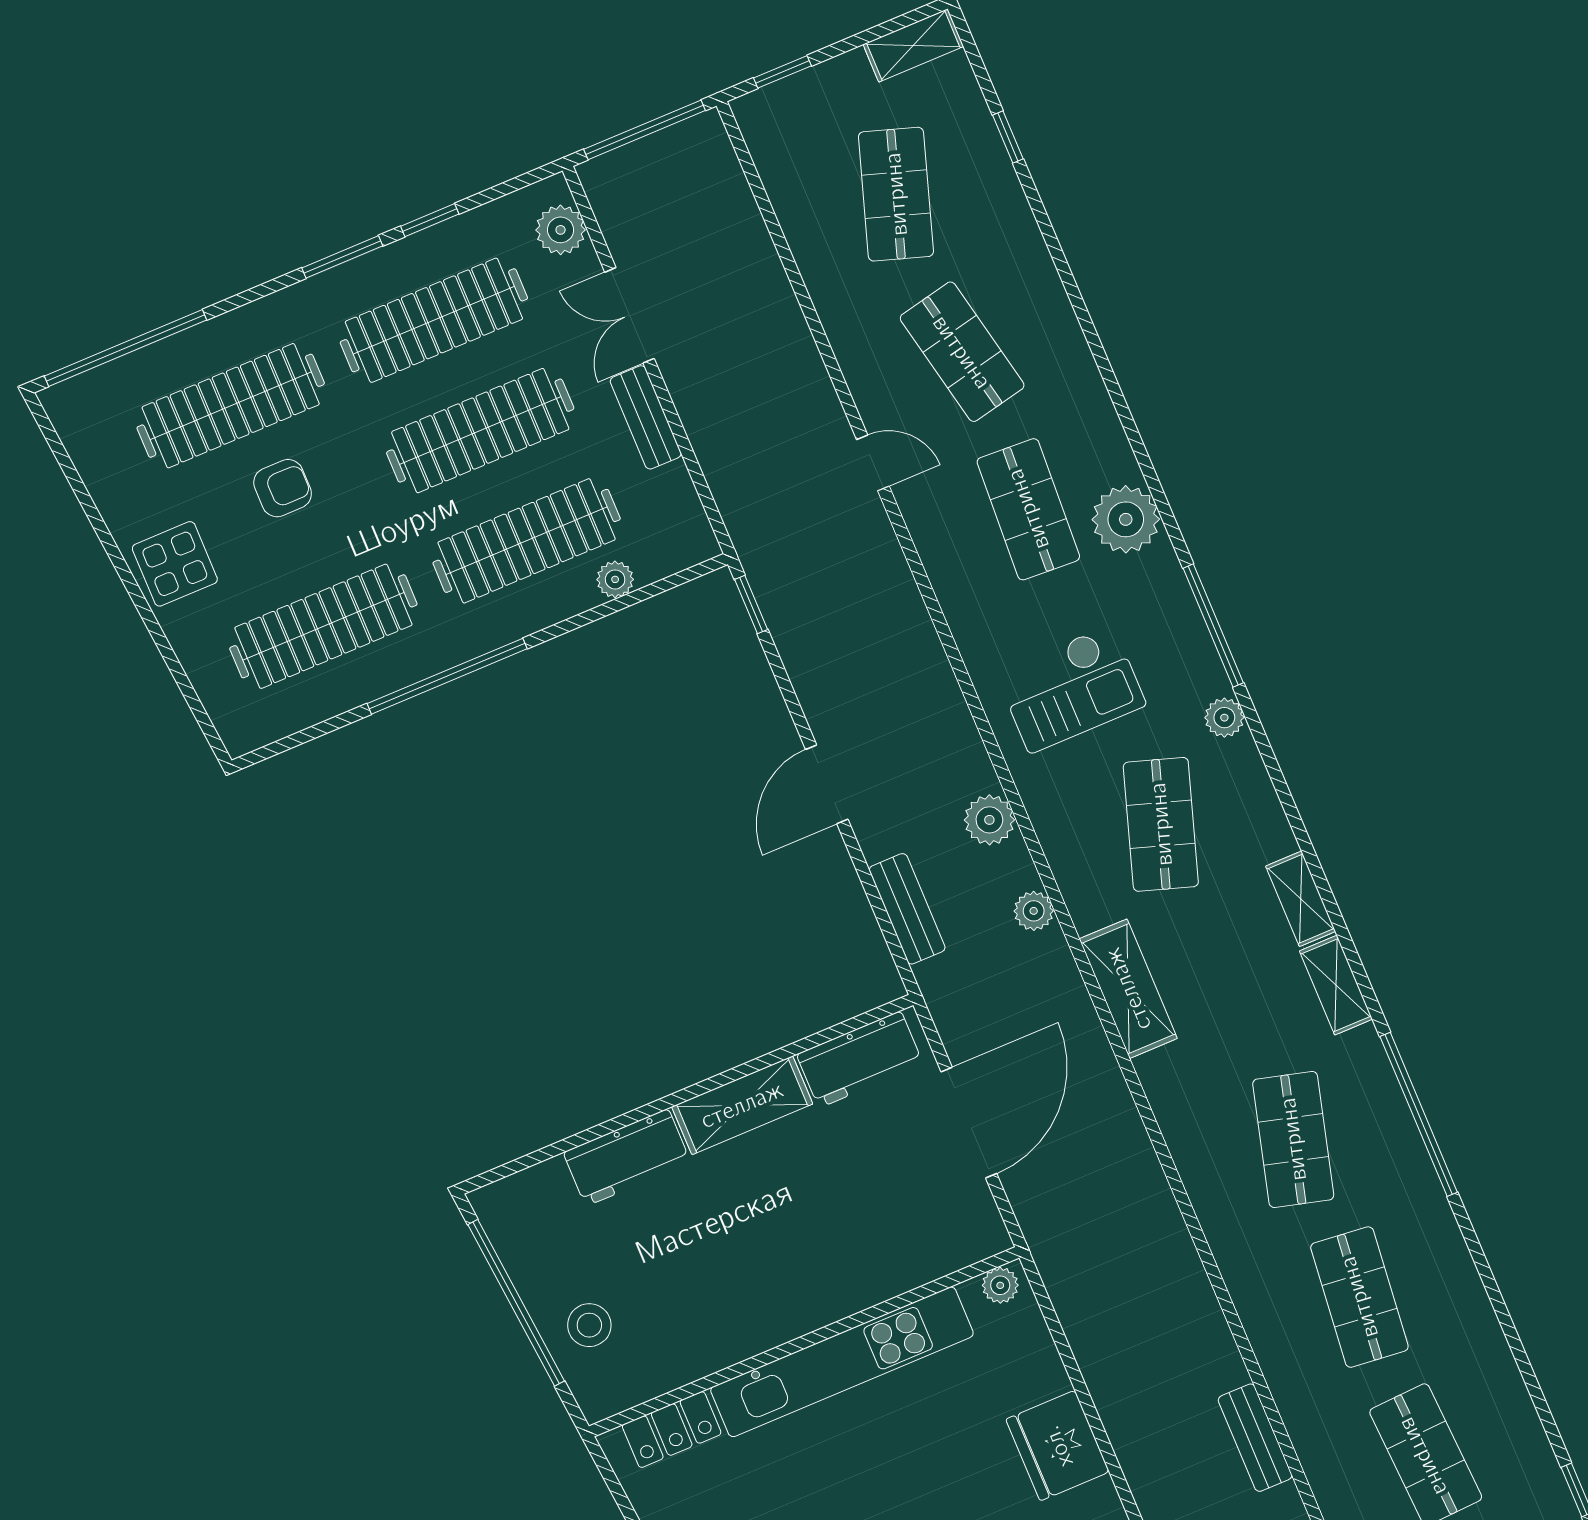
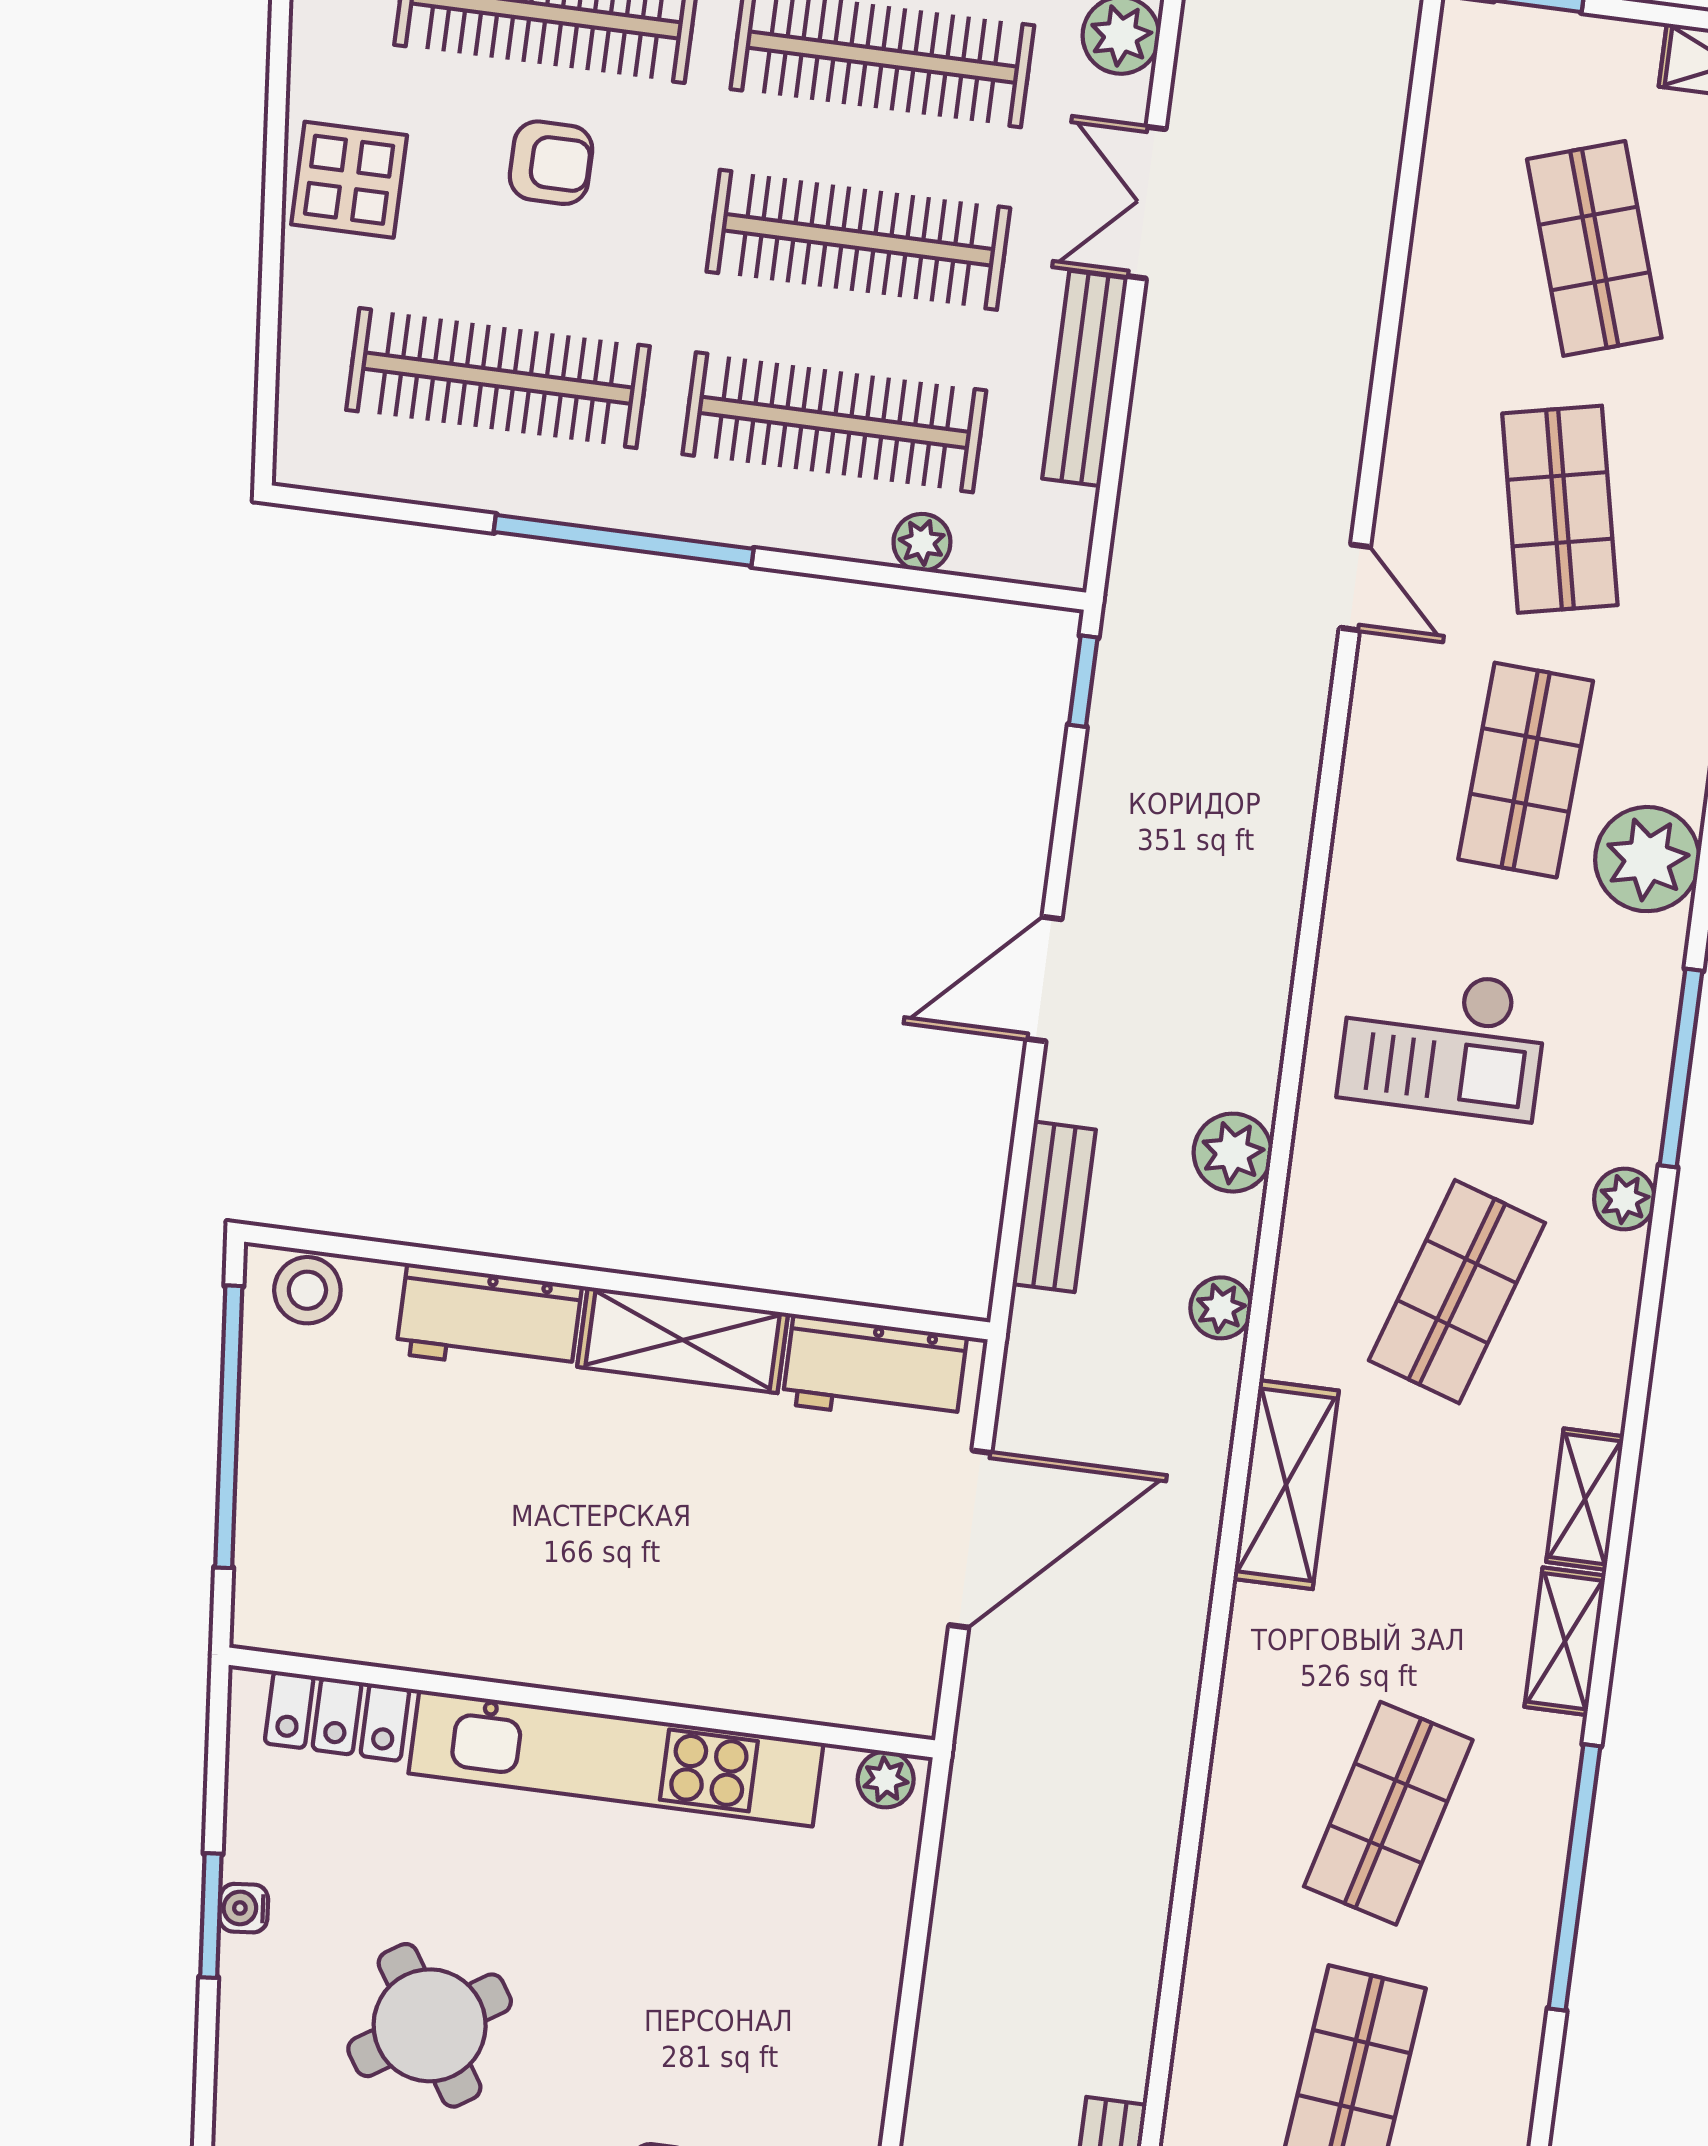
shop shelf: (896, 194) -> (1594, 248), turned -36
bench: (646, 417) -> (1085, 378), width x1.36
stool: (589, 1325) -> (307, 1290), moved
fridge: (1058, 1446) -> (837, 2037), removed

